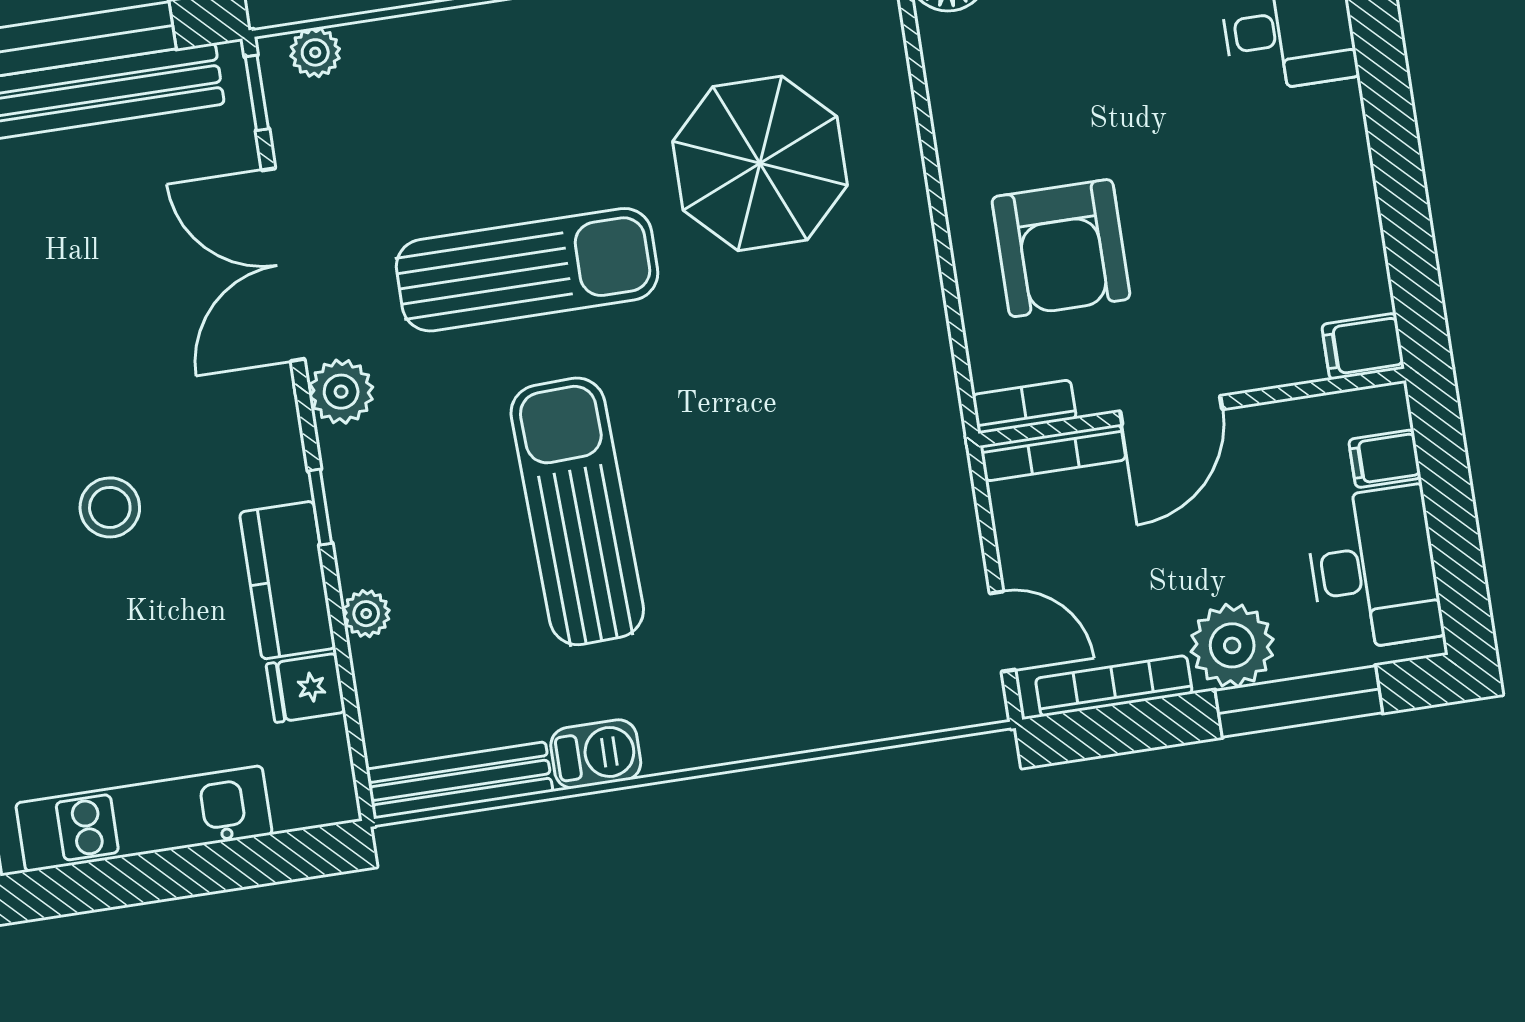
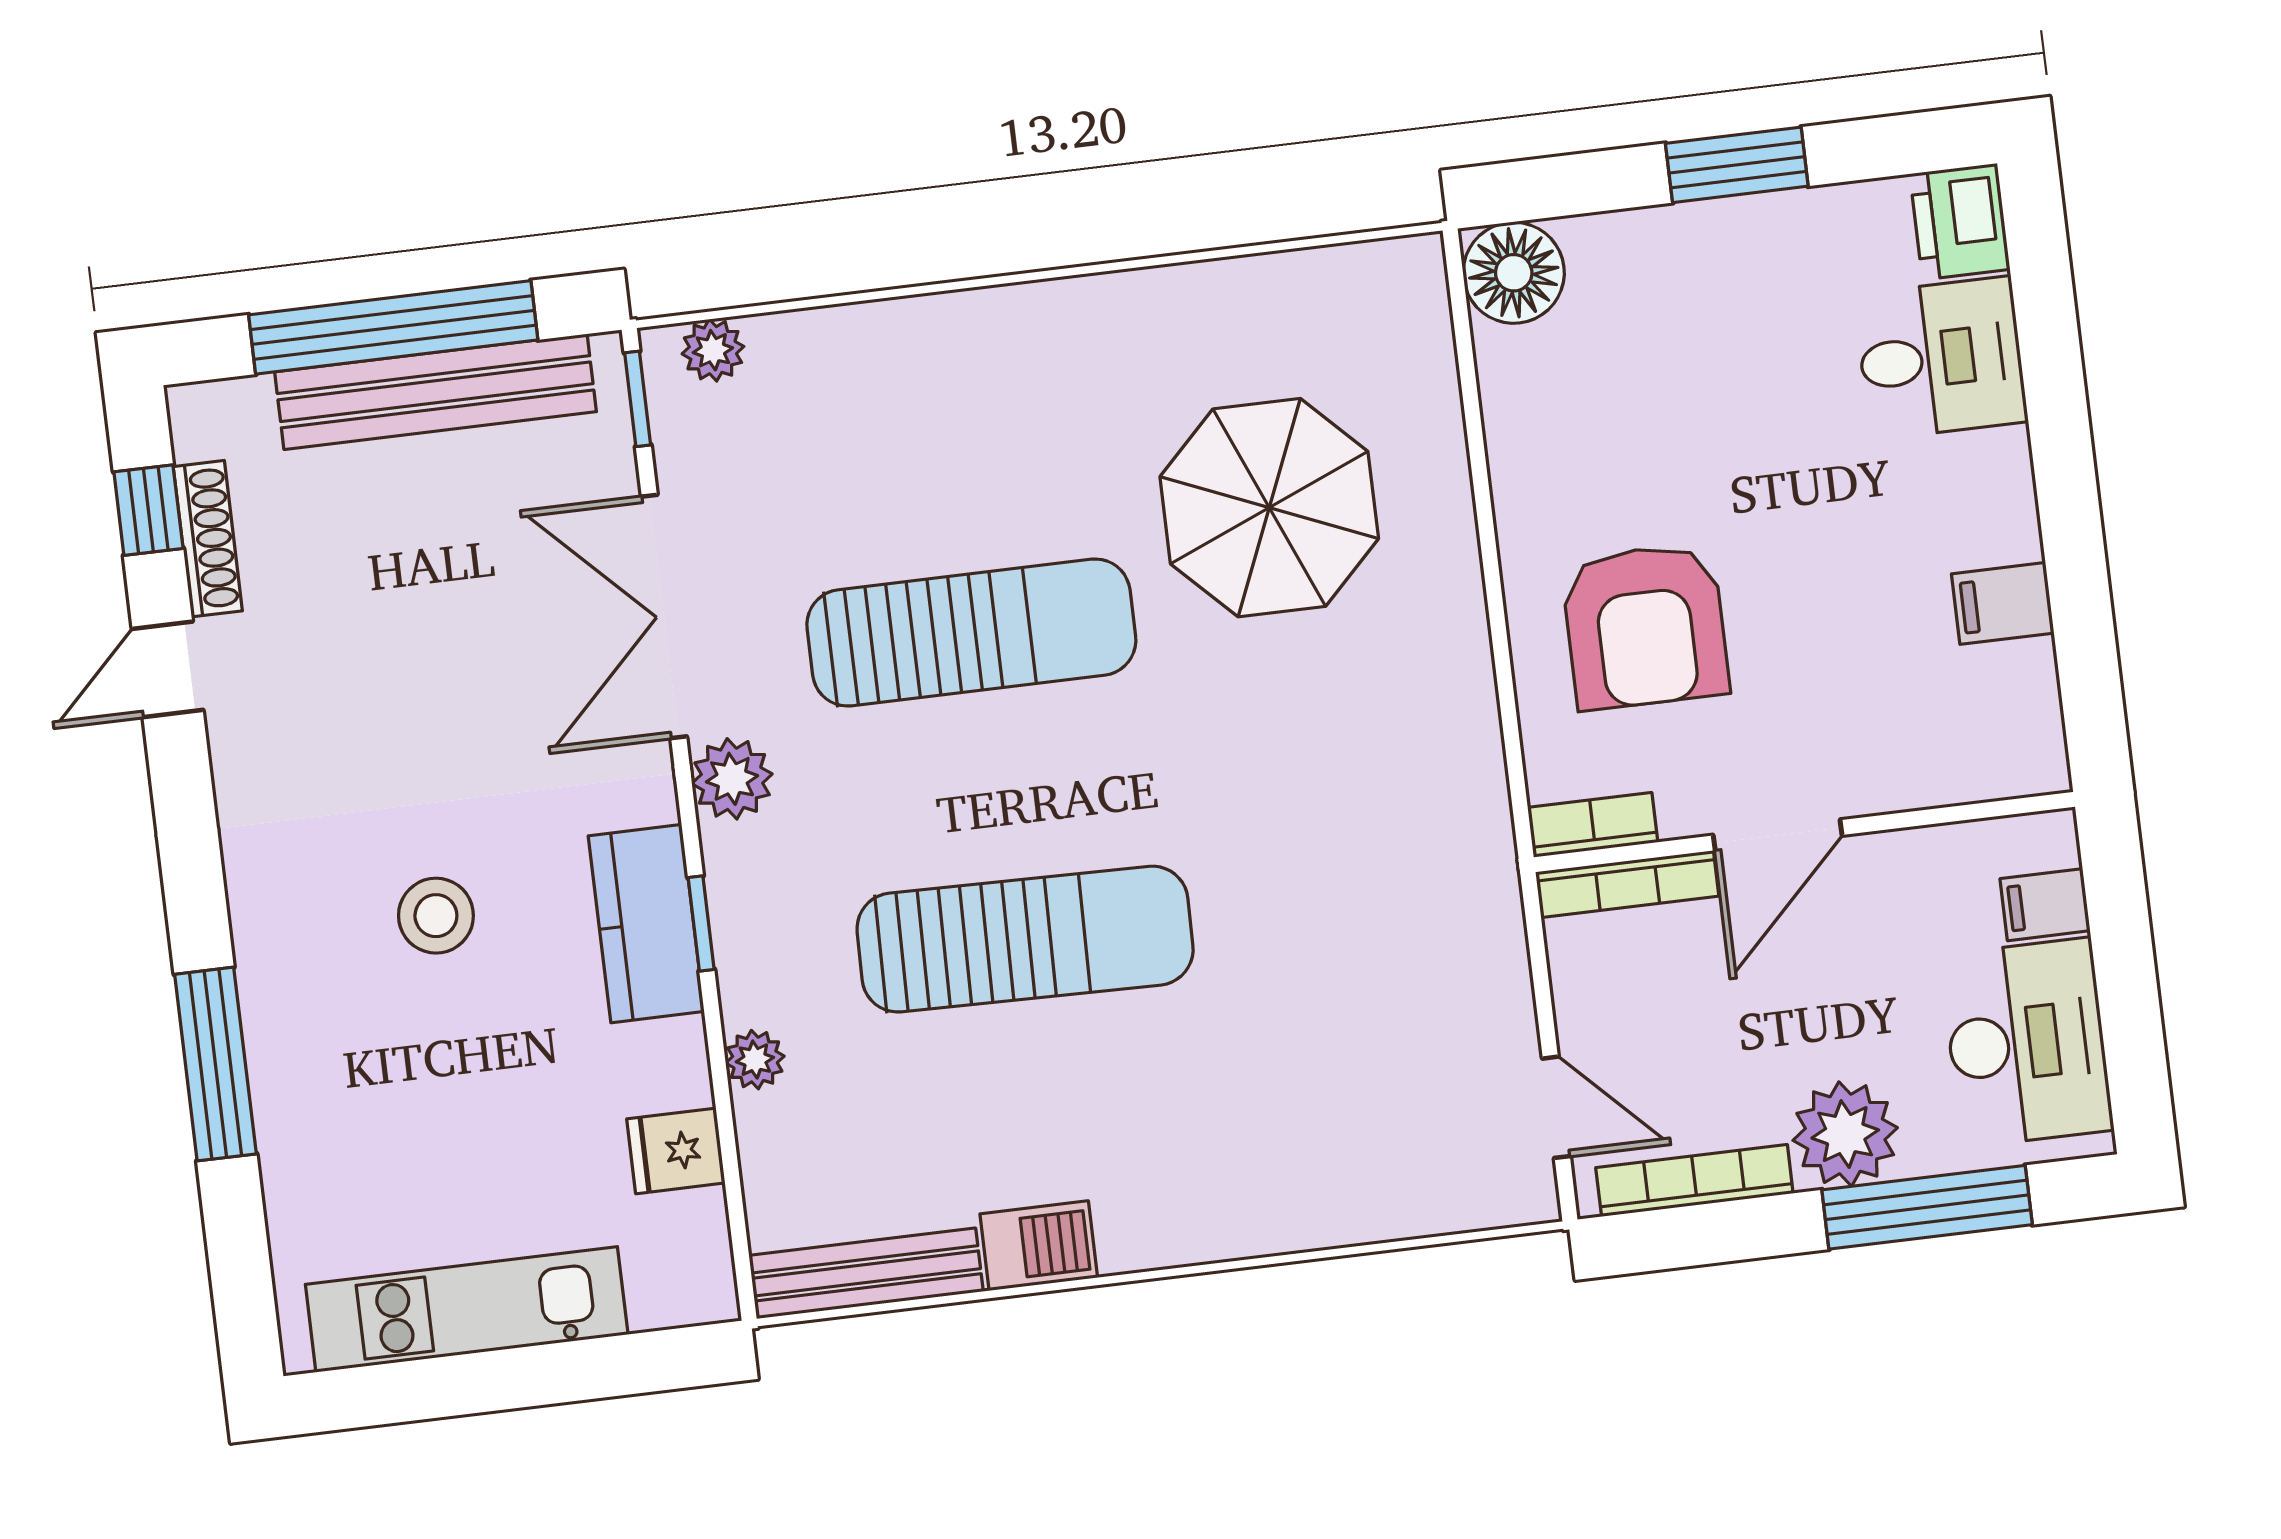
filing cabinet: (1363, 346) -> (2003, 603), moved
sun lounger: (577, 511) -> (1025, 939), turned 93
kitchen counter: (288, 580) -> (646, 924), moved

